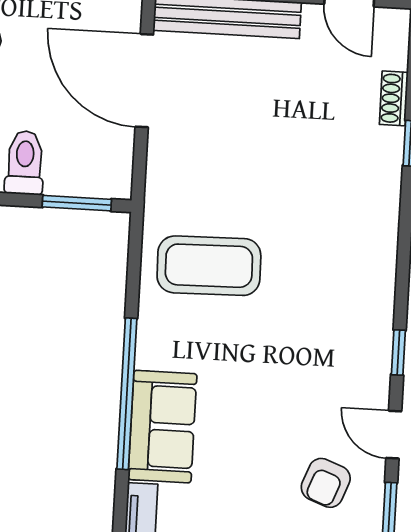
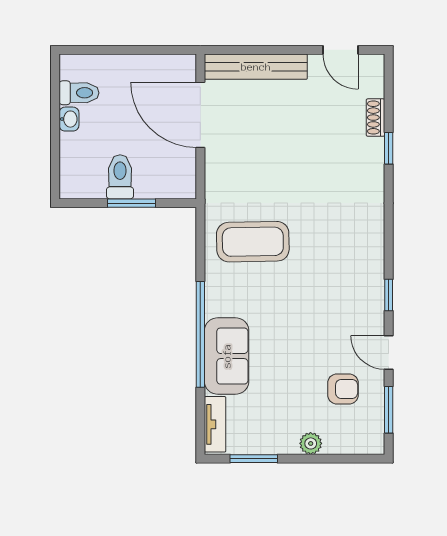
window: (77, 203) -> (132, 203), moved
armchair: (326, 483) -> (343, 389), turned -111

